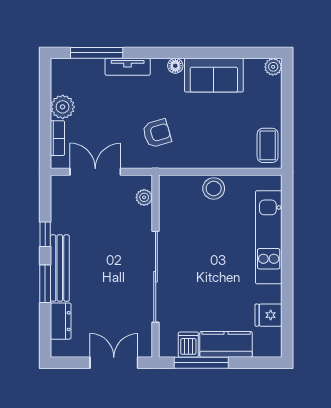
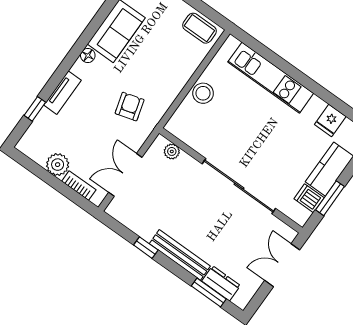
window: (97, 53) -> (35, 109), width x0.46
window: (45, 284) -> (209, 292), moved
window: (201, 363) -> (330, 198), width x0.69

